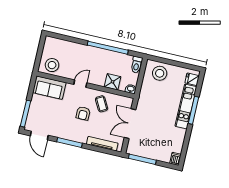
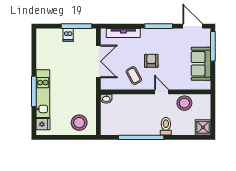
stool: (52, 65) -> (184, 103), moved
toilet: (137, 65) -> (166, 126), moved
shower: (113, 82) -> (203, 127), moved
door: (80, 84) -> (162, 92), swing flipped
sofa: (49, 88) -> (201, 64), moved, turned -90
dishwasher: (175, 159) -> (68, 35), moved

